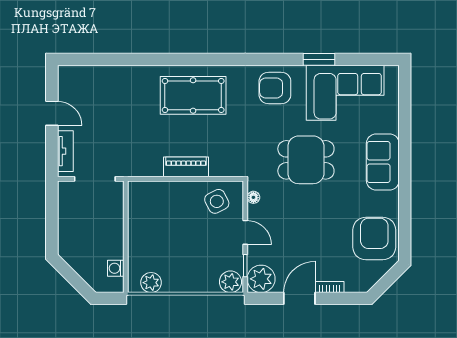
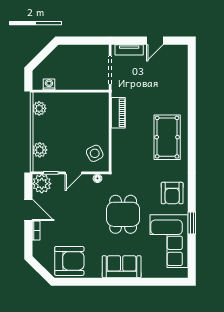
armchair: (275, 88) -> (172, 193), turned 180
piano: (186, 167) -> (118, 113), moved
plant: (230, 282) -> (40, 150), moved

